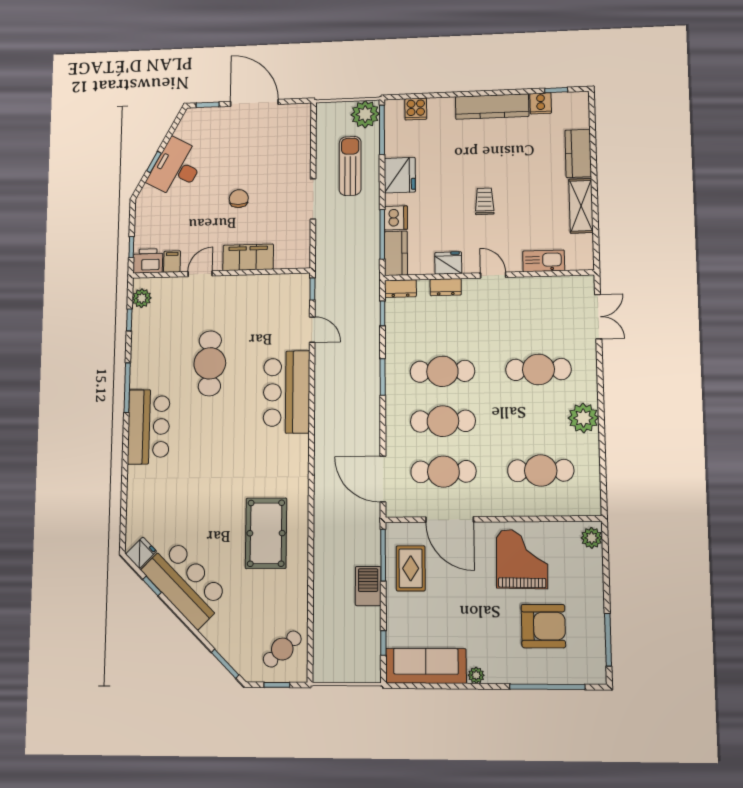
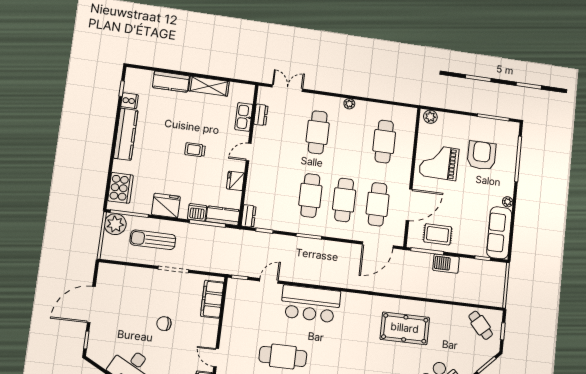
cooker: (416, 109) -> (120, 188), width x1.87, depth x1.31
filing cabinet: (248, 257) -> (212, 299), moved
dresser: (446, 287) -> (261, 115), moved
plant: (583, 418) -> (349, 104), width x0.53, depth x0.53

